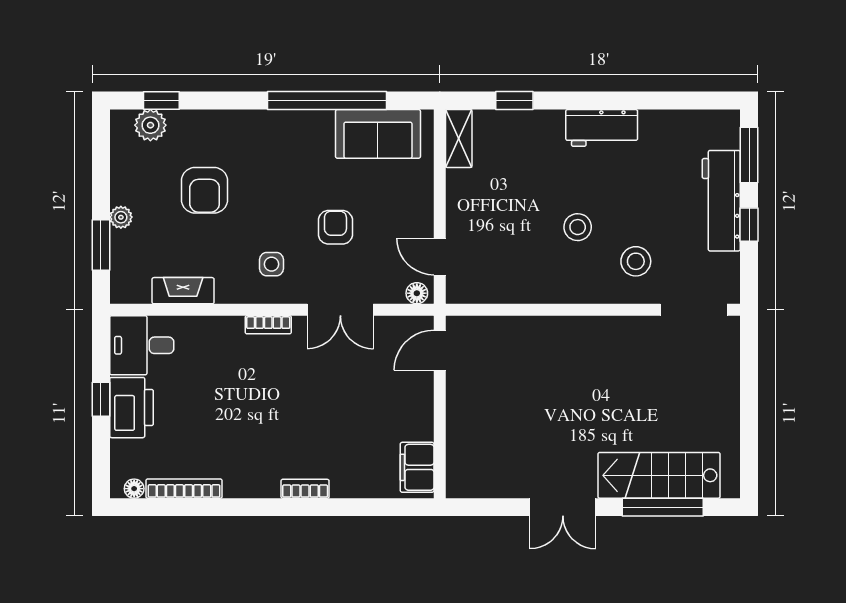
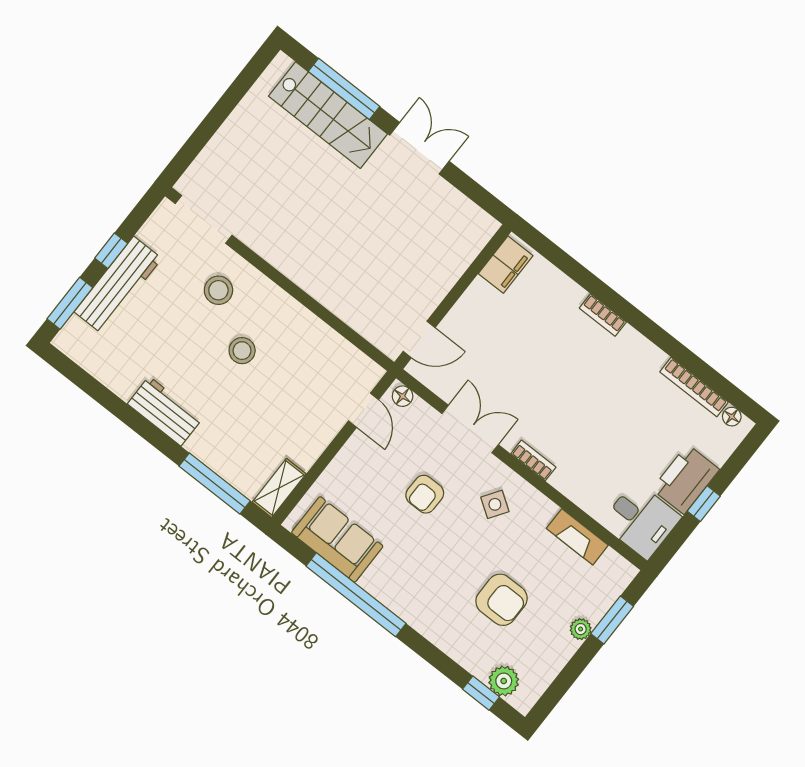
window: (514, 101) -> (215, 484), width x2.17
armchair: (205, 190) -> (502, 600), turned 90
side table: (271, 264) -> (495, 504), turned 34

